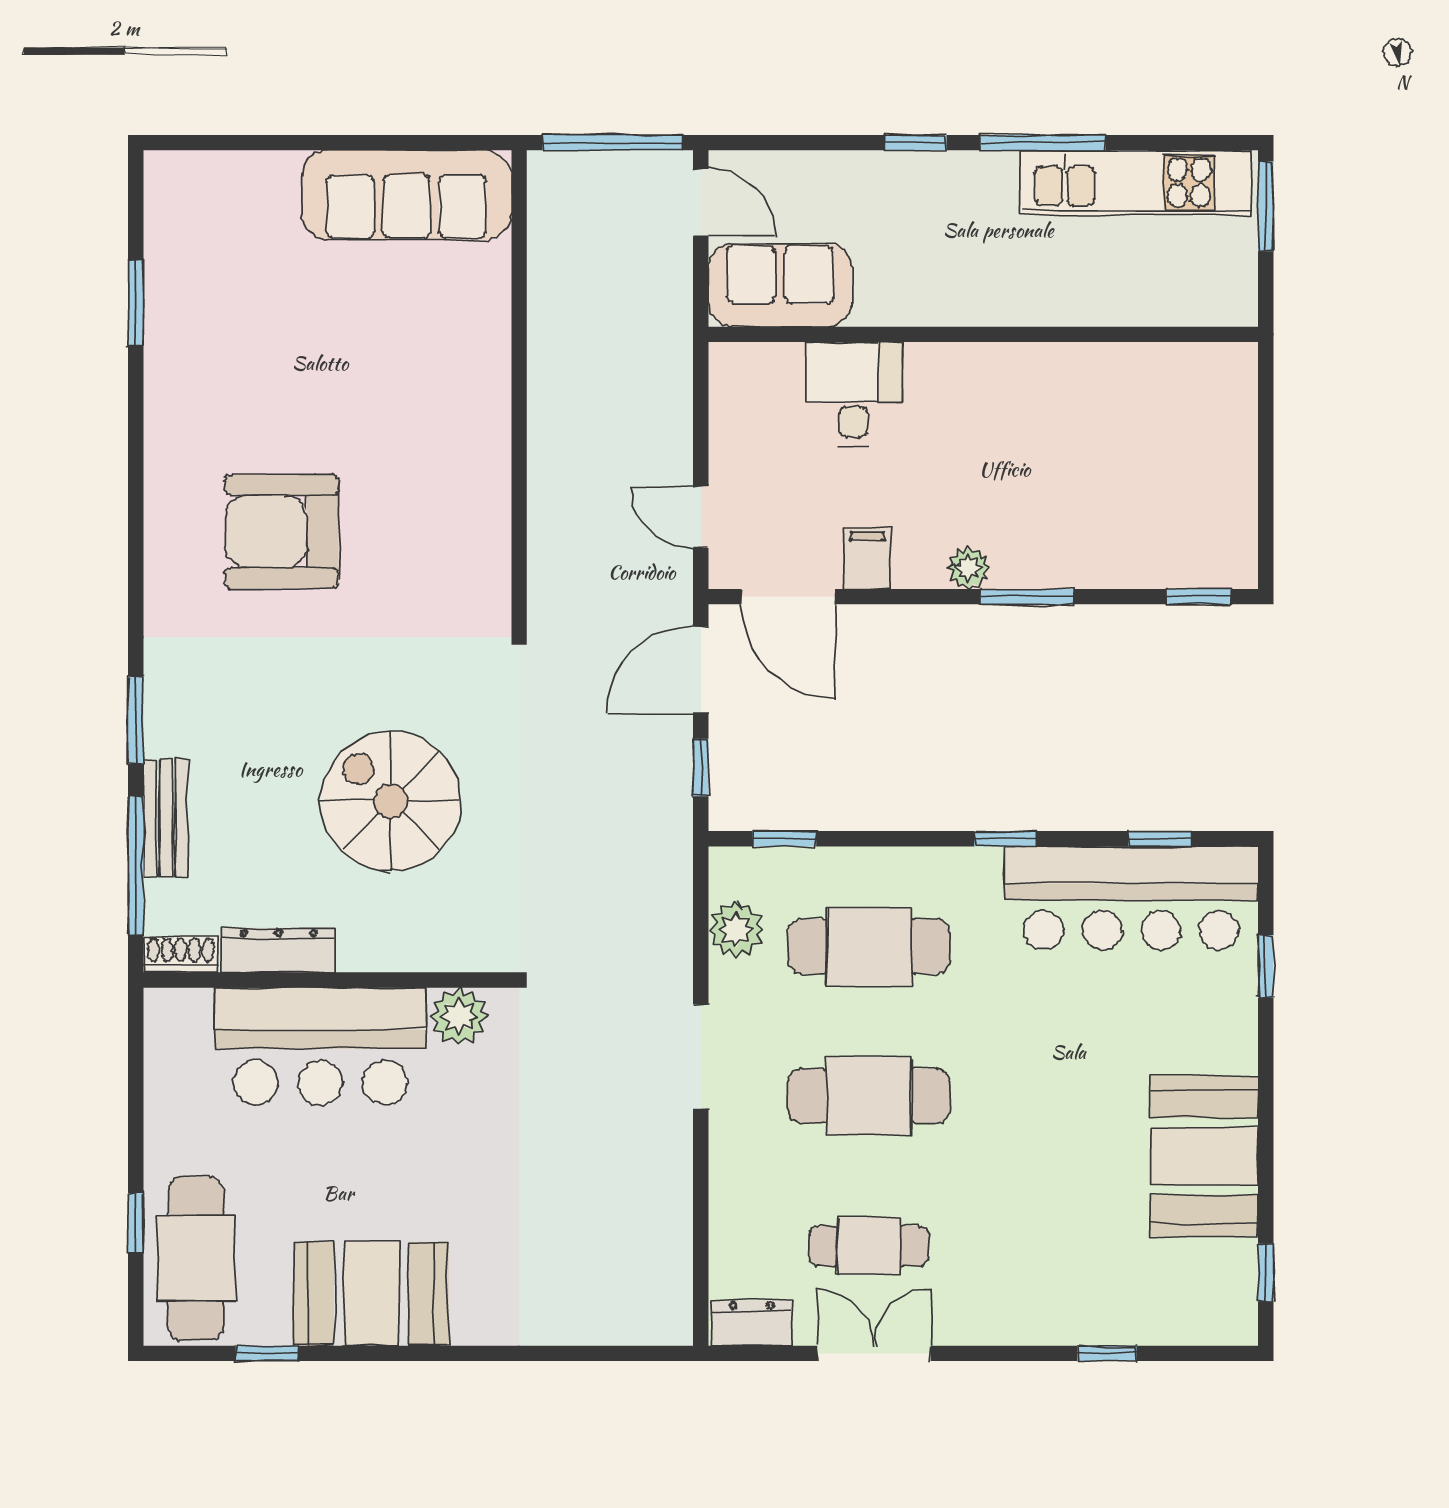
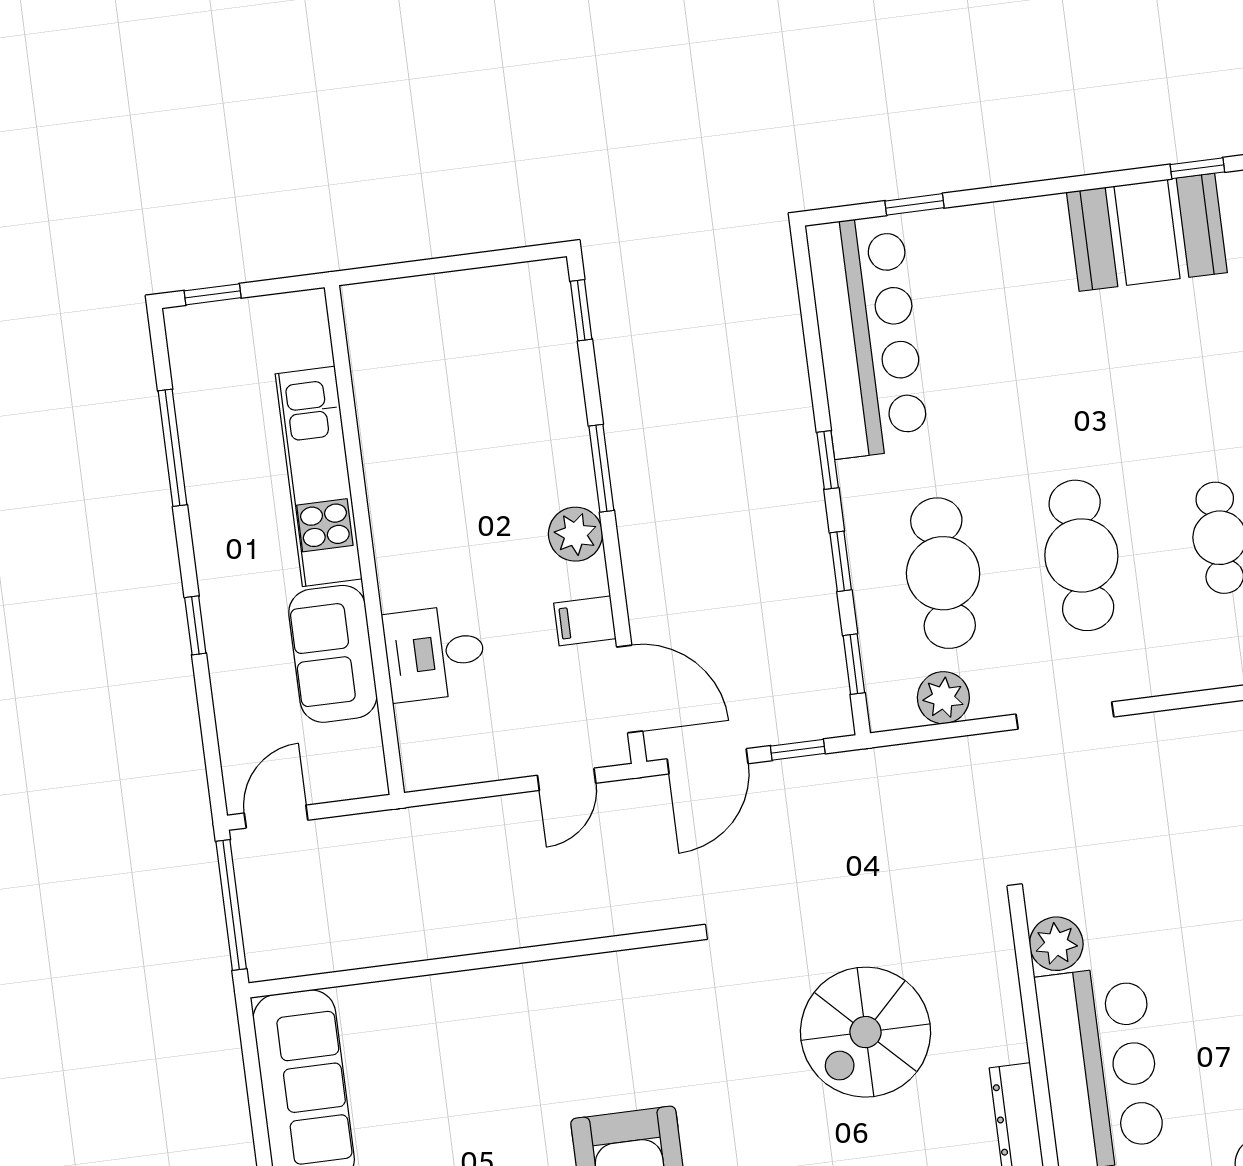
window: (1043, 143) -> (173, 448), moved
kitchen unit: (1136, 183) -> (319, 476), moved, turned 180
window: (1266, 206) -> (213, 294), width x0.67
sofa: (780, 285) -> (333, 654), moved
plant: (969, 568) -> (575, 534), width x1.38, depth x1.38
door: (788, 597) -> (630, 689), hinge flipped
door: (701, 670) -> (708, 761), hinge flipped
window: (1160, 839) -> (841, 561), moved
booth: (1204, 1156) -> (1147, 232), moved

